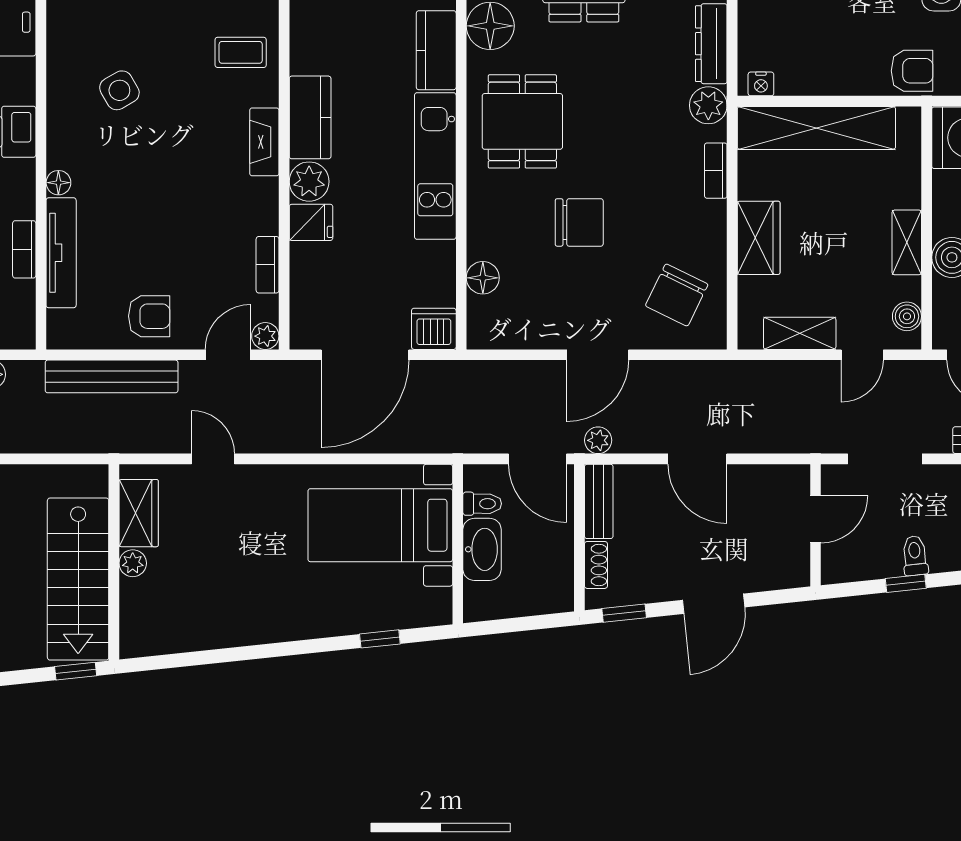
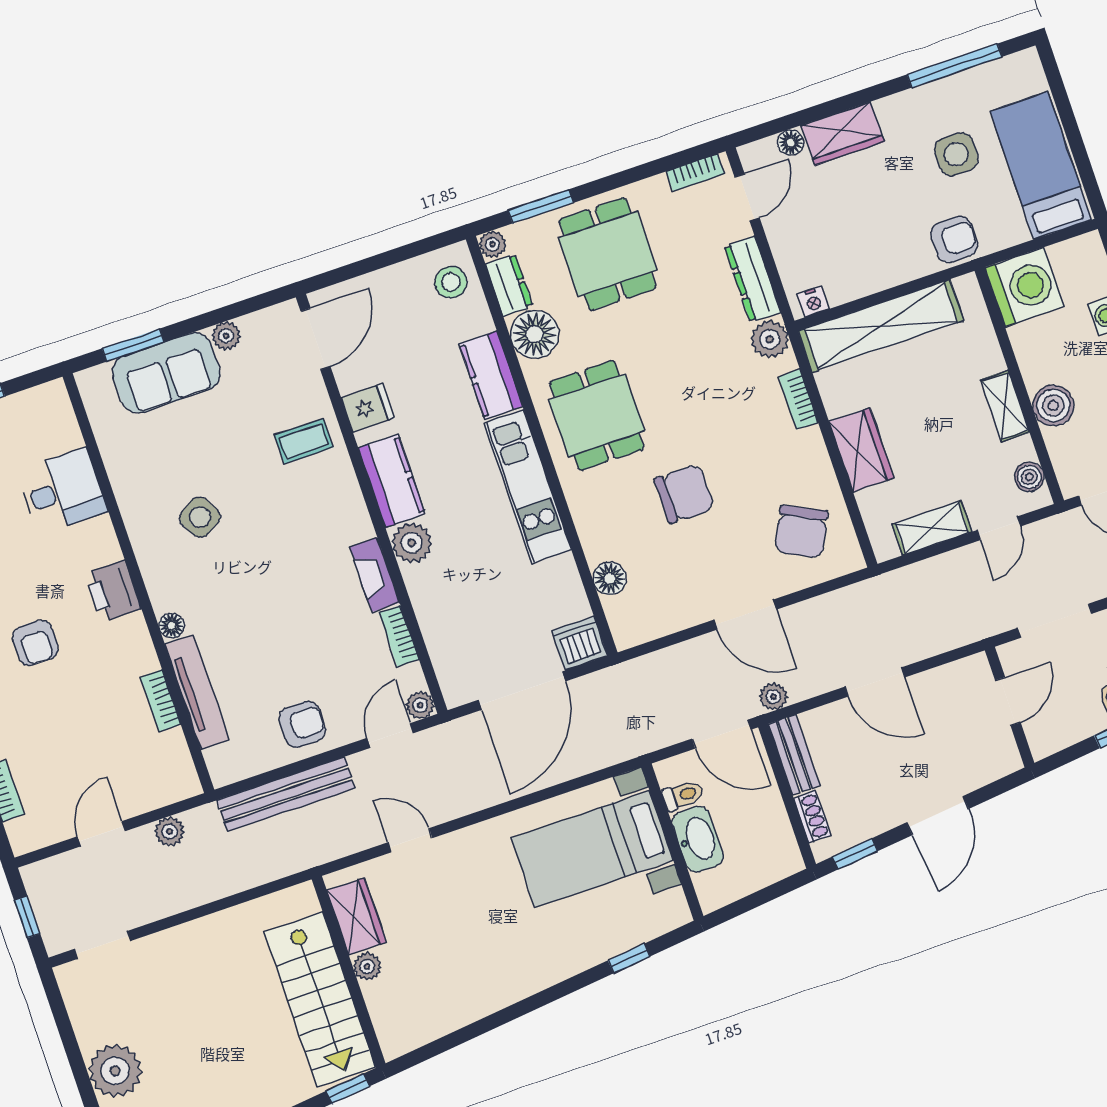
fireplace: (264, 142) -> (375, 575), moved
fridge: (311, 222) -> (368, 408), moved
door: (598, 355) -> (745, 615), hinge flipped

